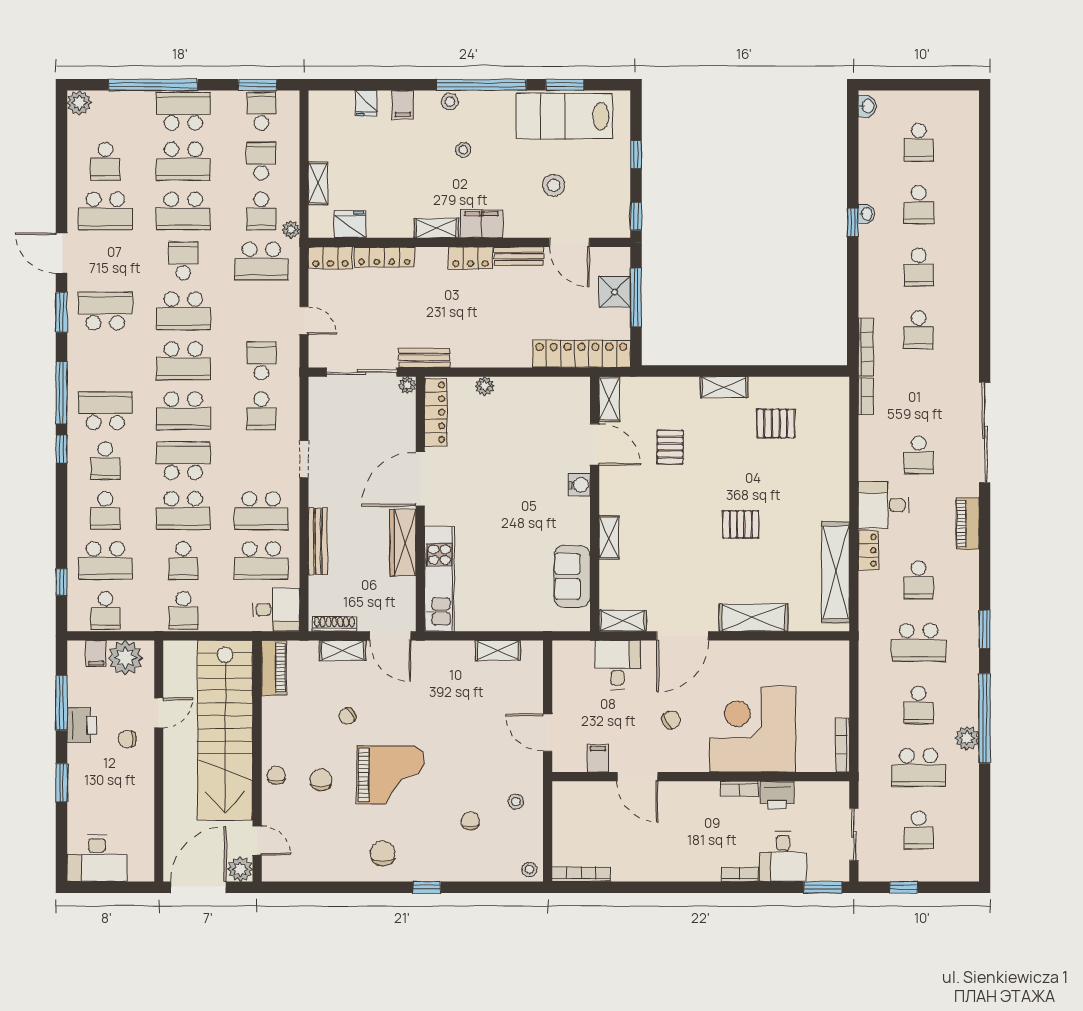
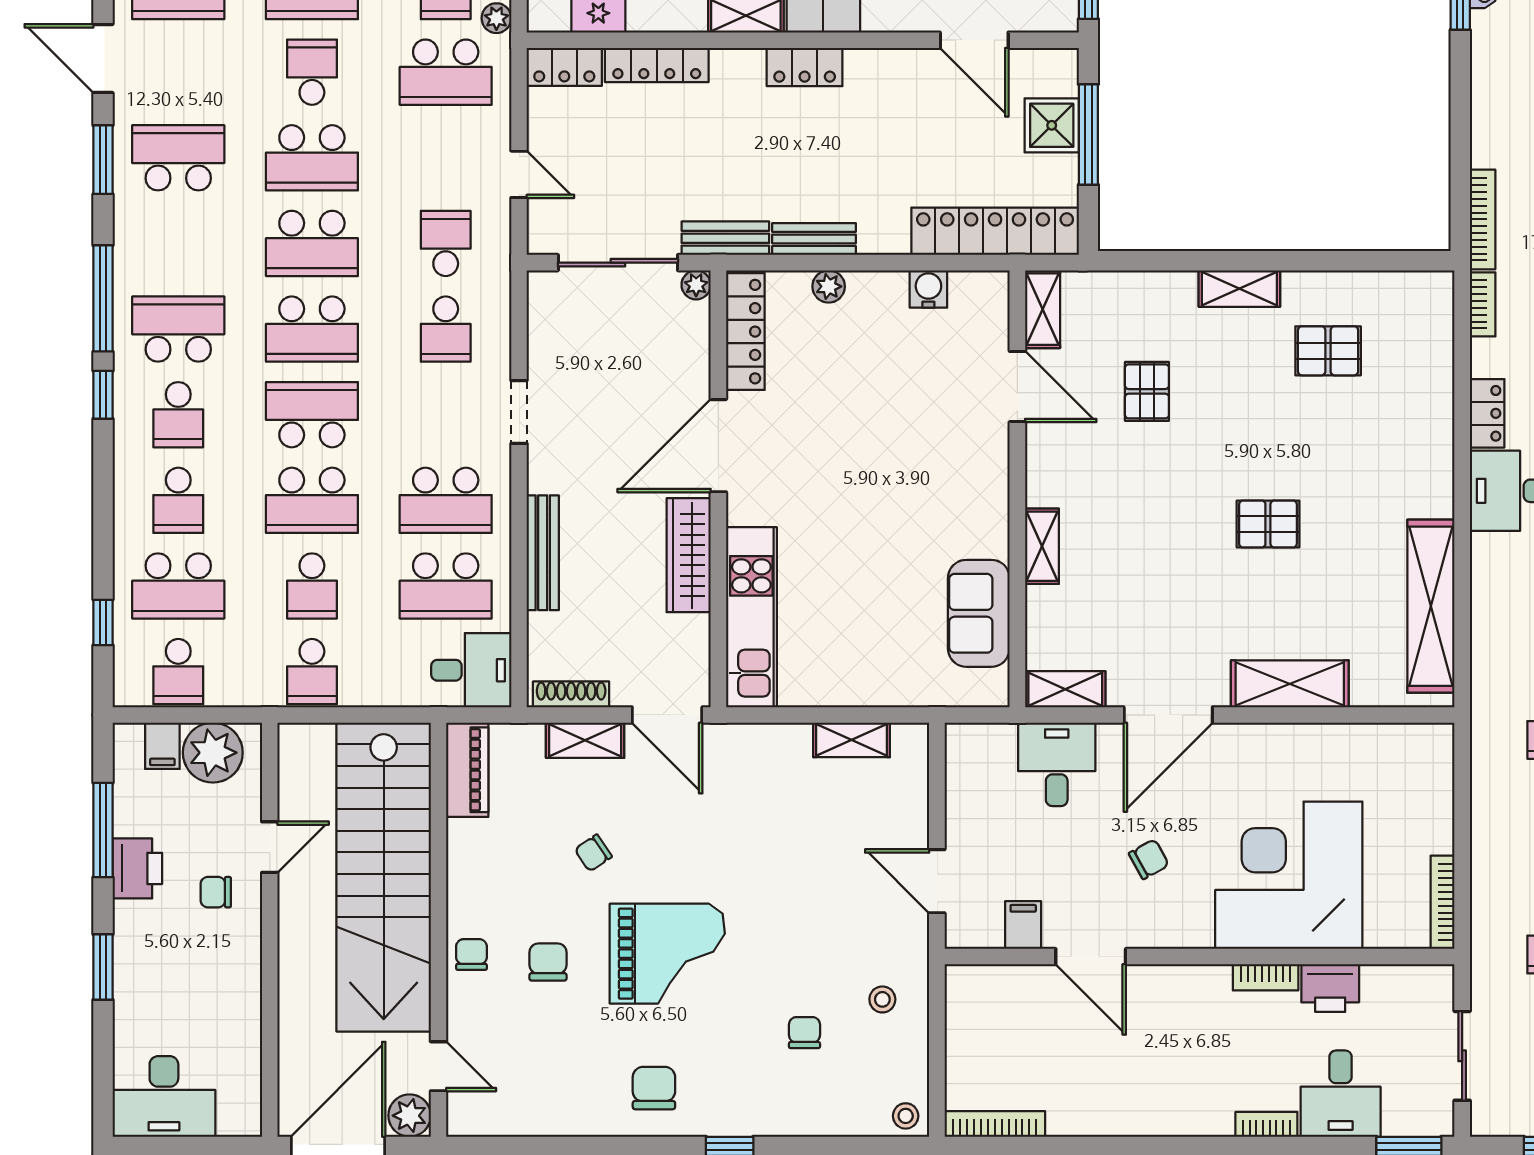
bench: (519, 256) -> (814, 239), moved
water cooler: (579, 485) -> (928, 289), moved, turned -90
locker: (868, 550) -> (1487, 413), moved

